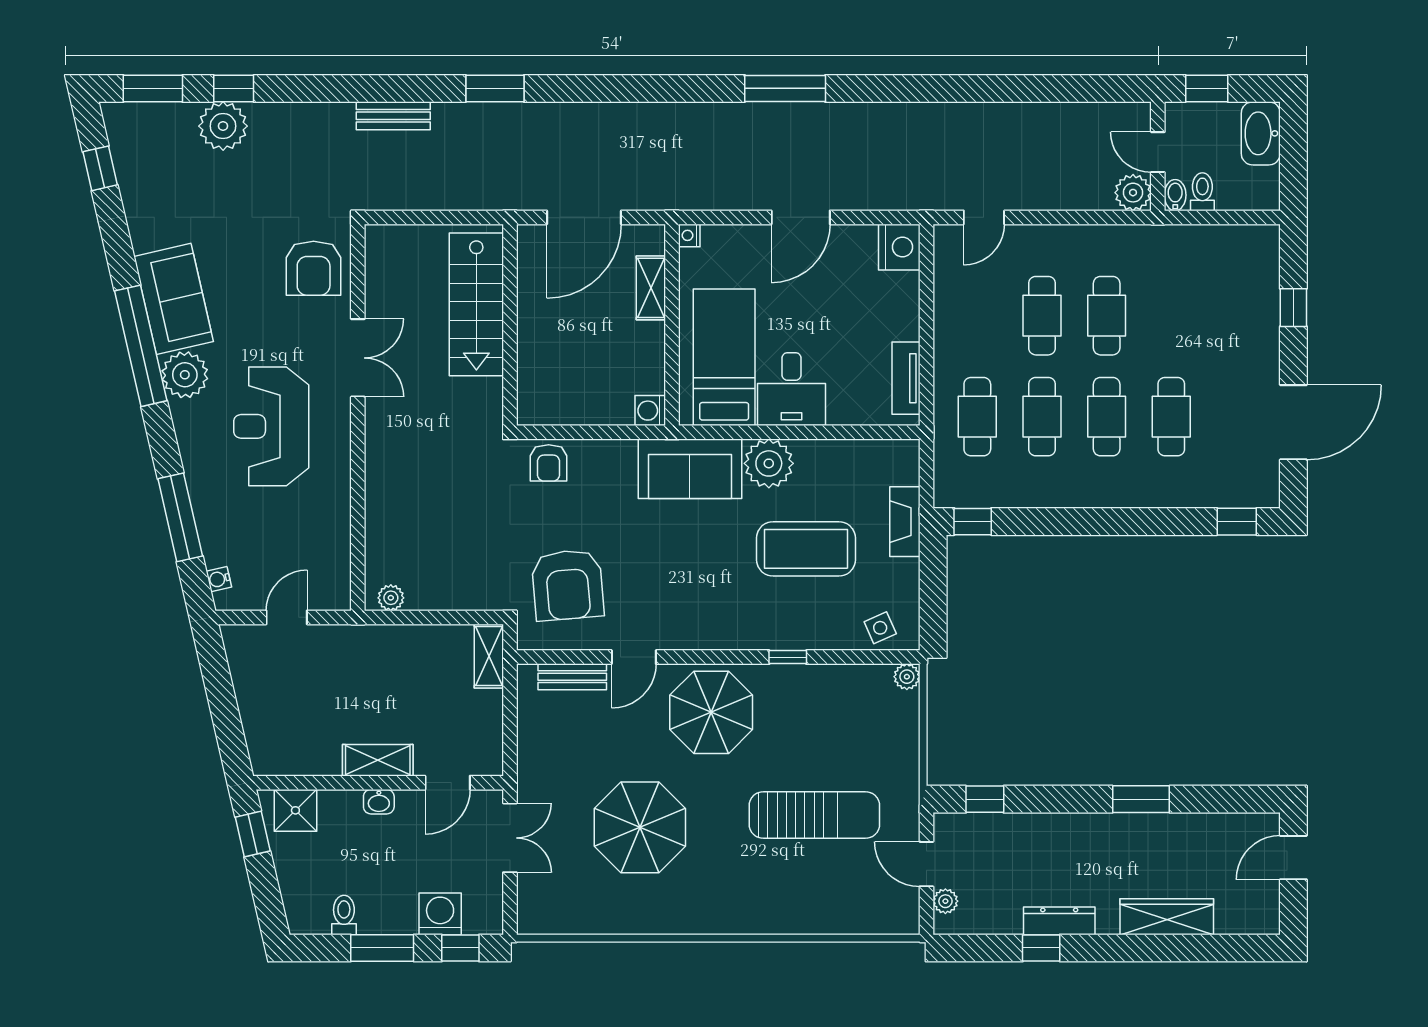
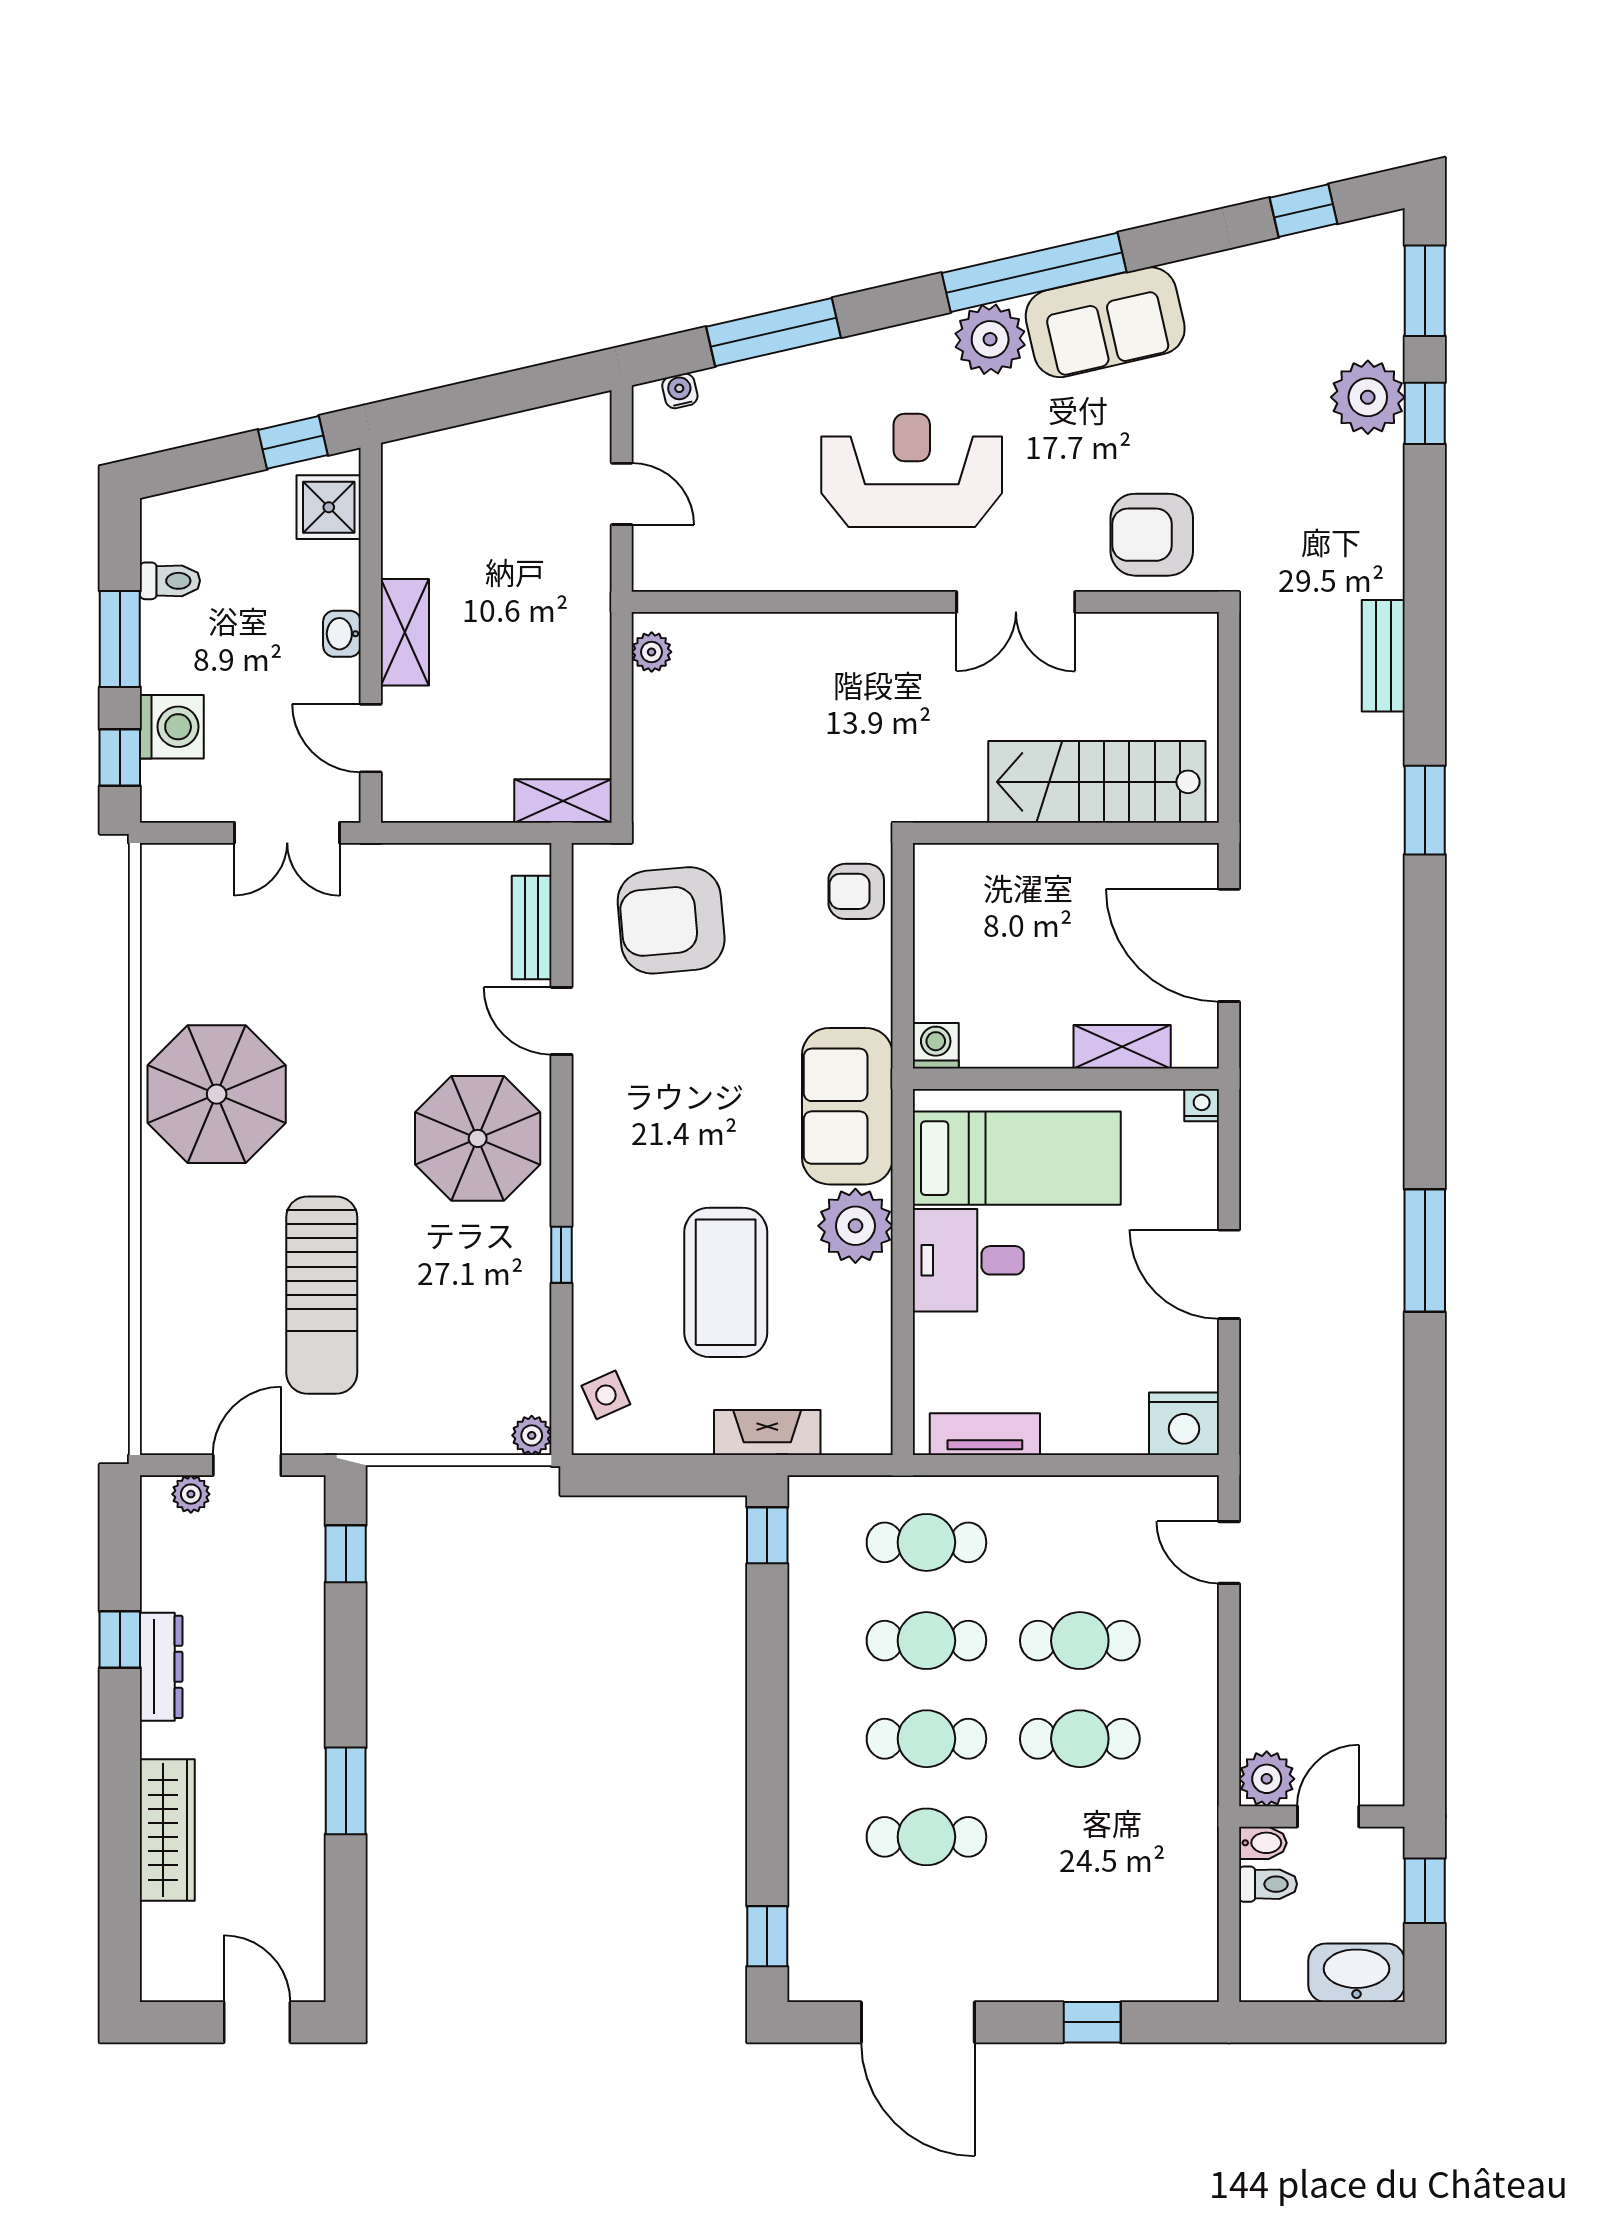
parasol: (640, 827) -> (217, 1094), moved

